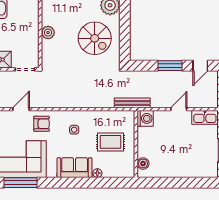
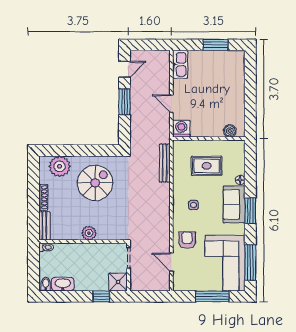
door: (200, 66) -> (125, 69), hinge flipped
bench: (132, 103) -> (165, 163), moved
door: (179, 109) -> (171, 104), moved
rug: (111, 142) -> (207, 166), turned 90
window: (69, 183) -> (250, 211), added

